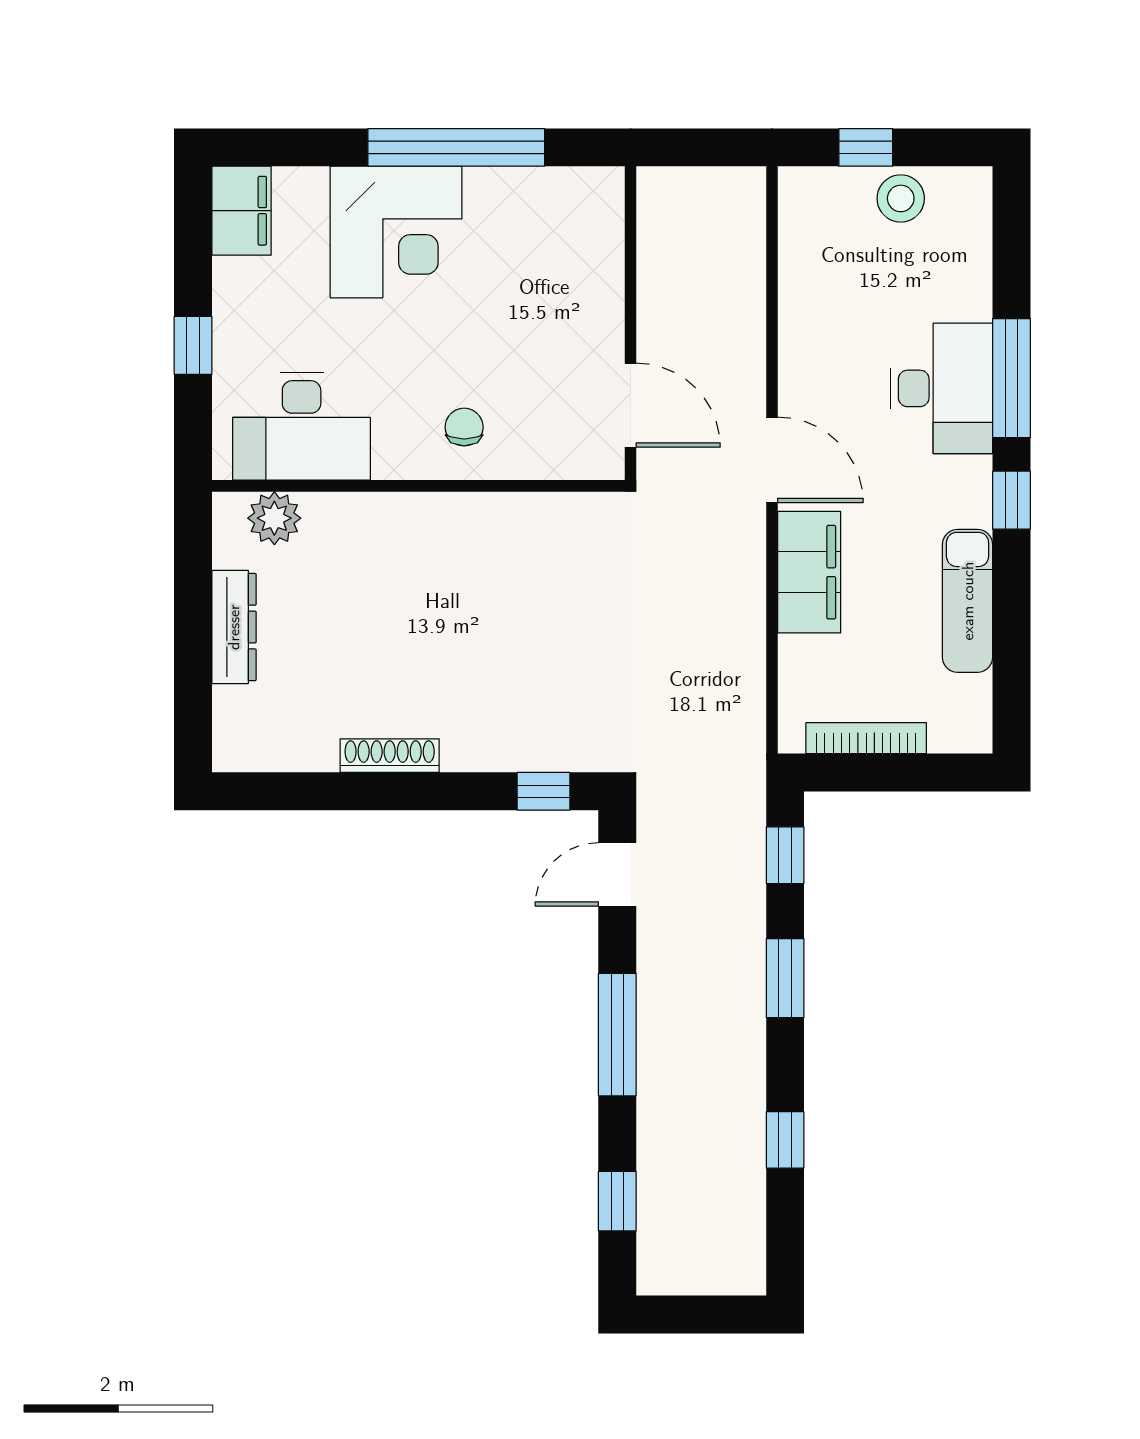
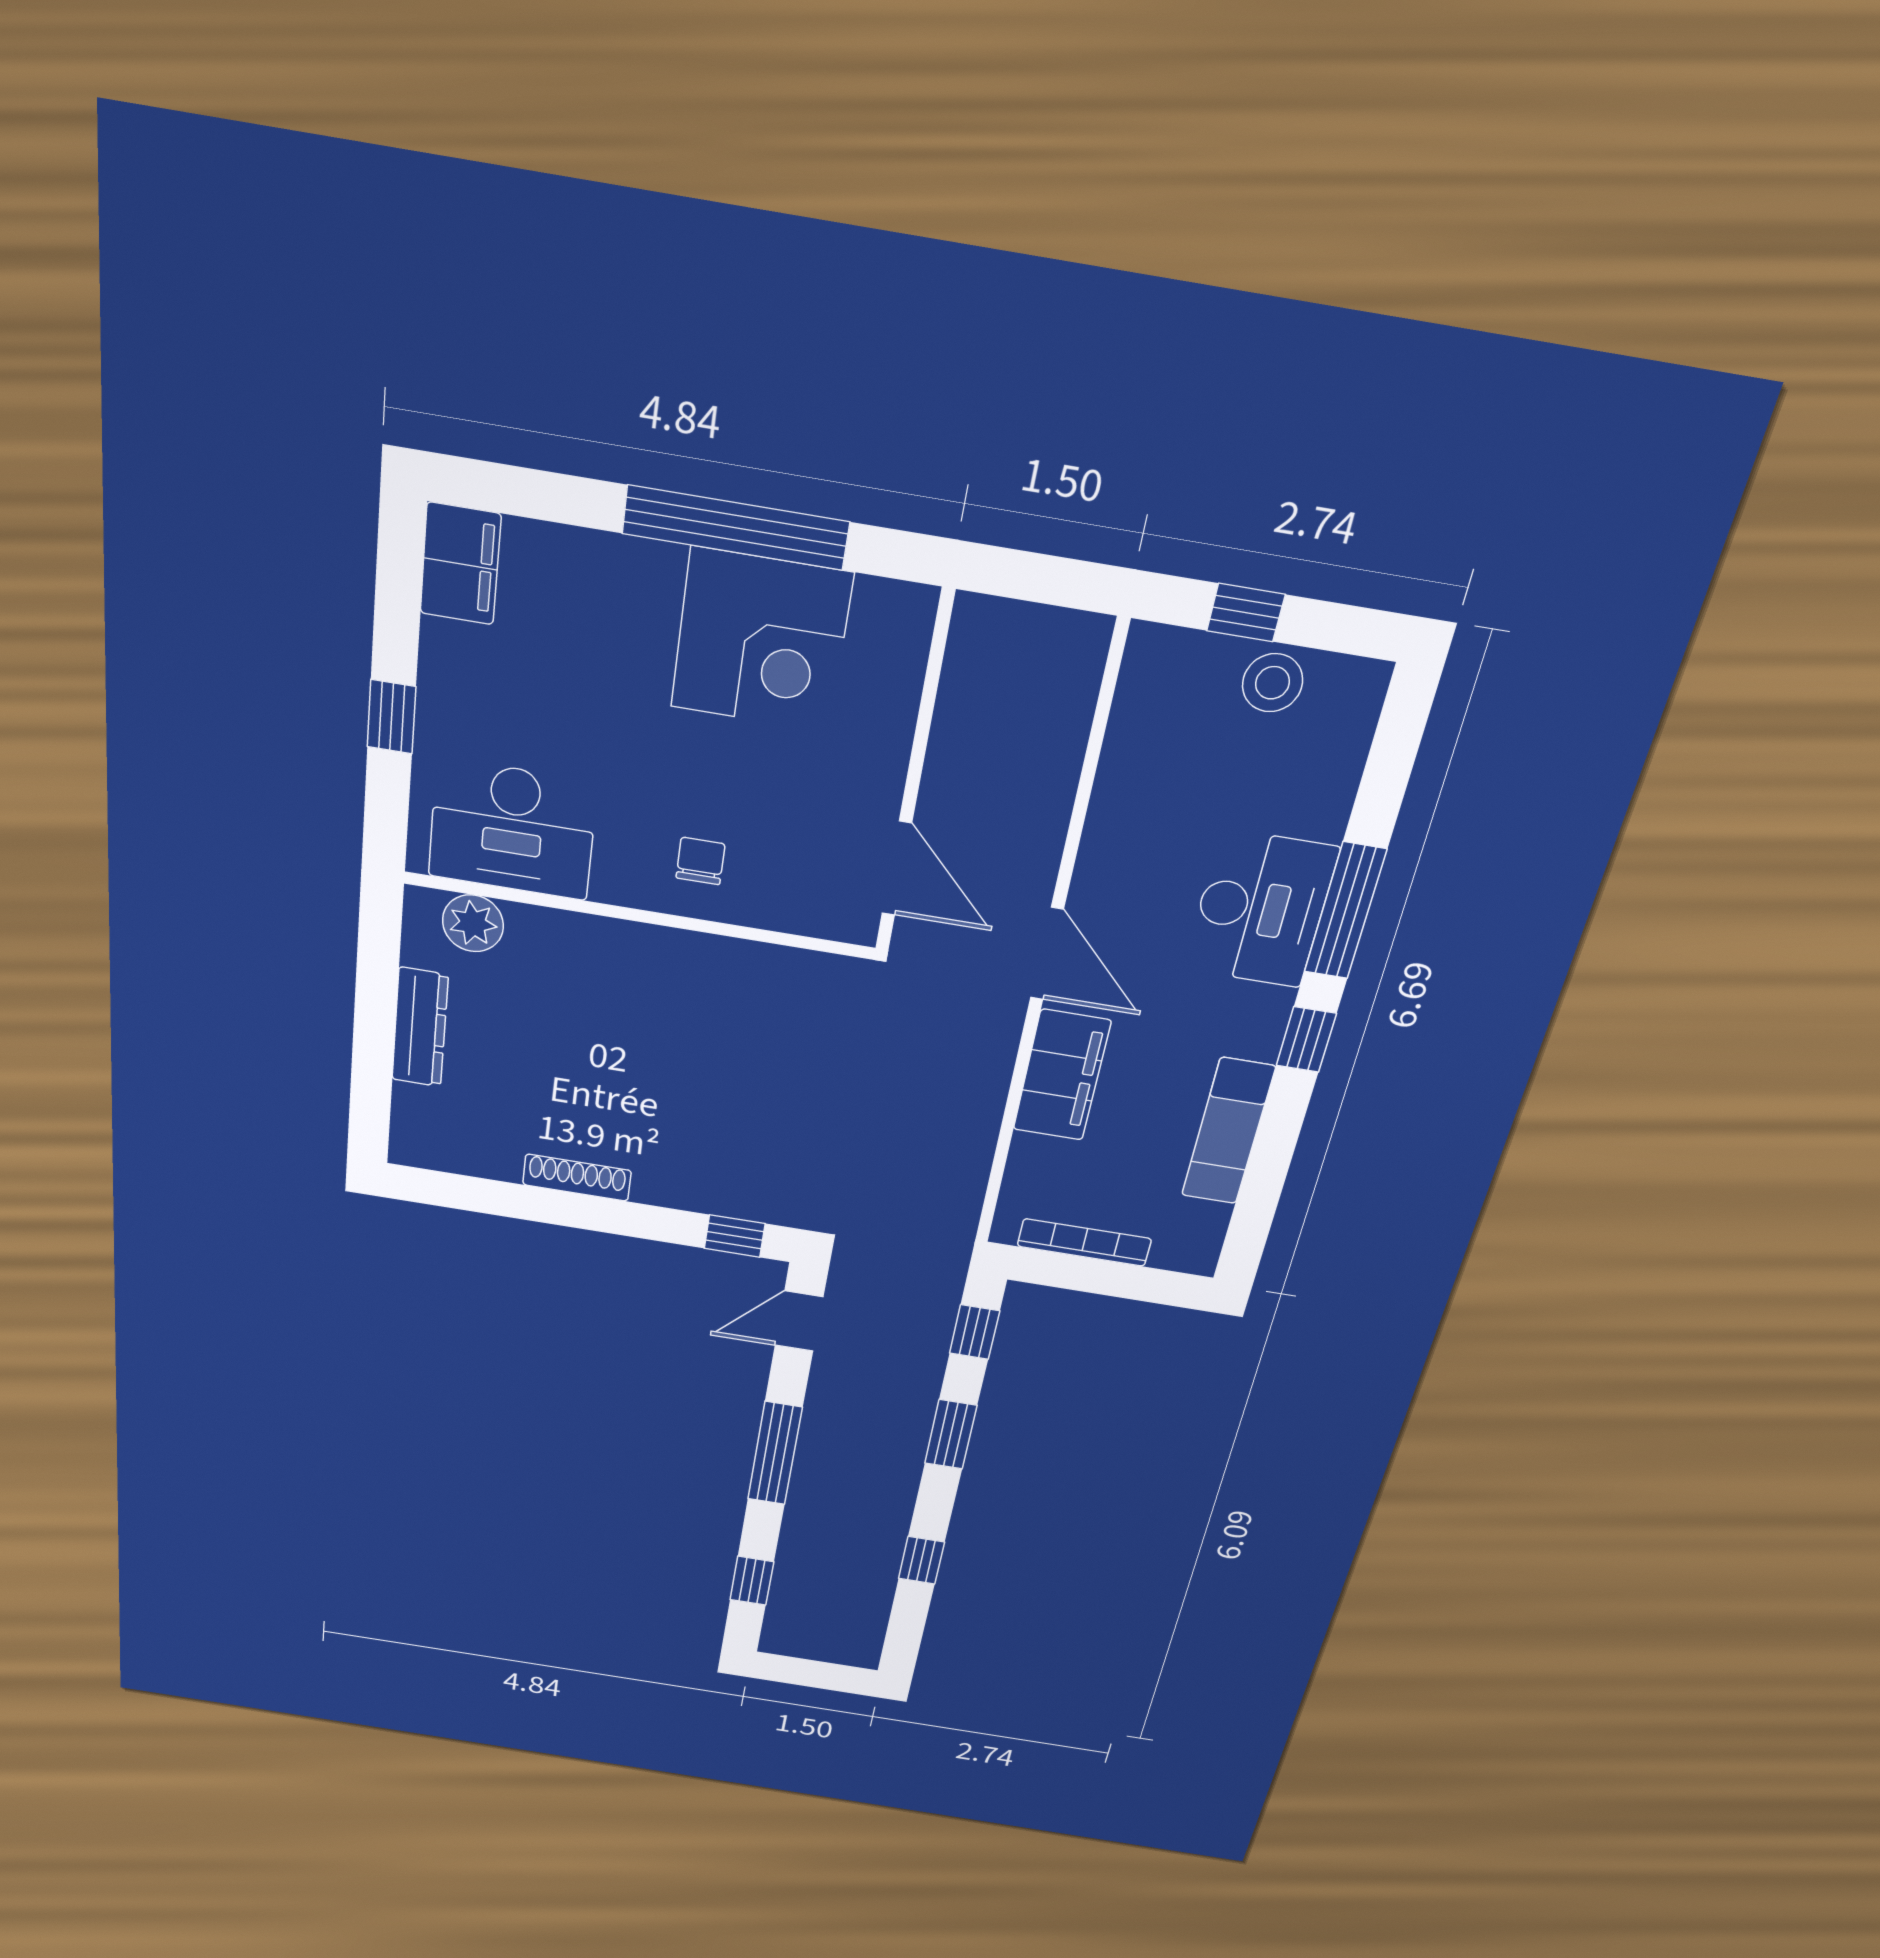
corner desk: (396, 232) -> (761, 640), moved

